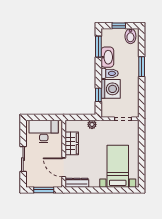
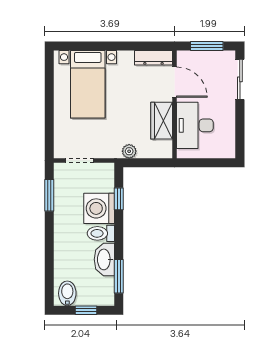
window: (142, 67) -> (49, 195), moved
desk: (44, 131) -> (195, 125), moved, turned 90
sliding door: (23, 159) -> (240, 79), moved

